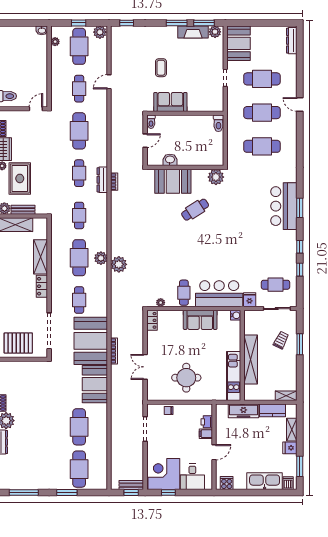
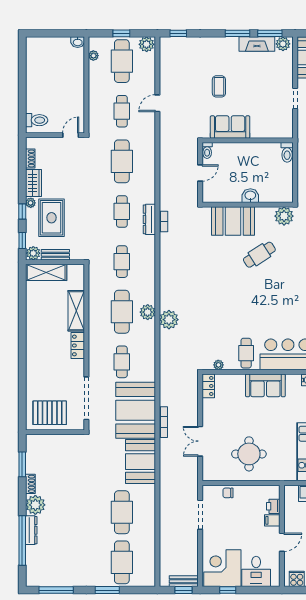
washbasin: (170, 160) -> (250, 196), moved

